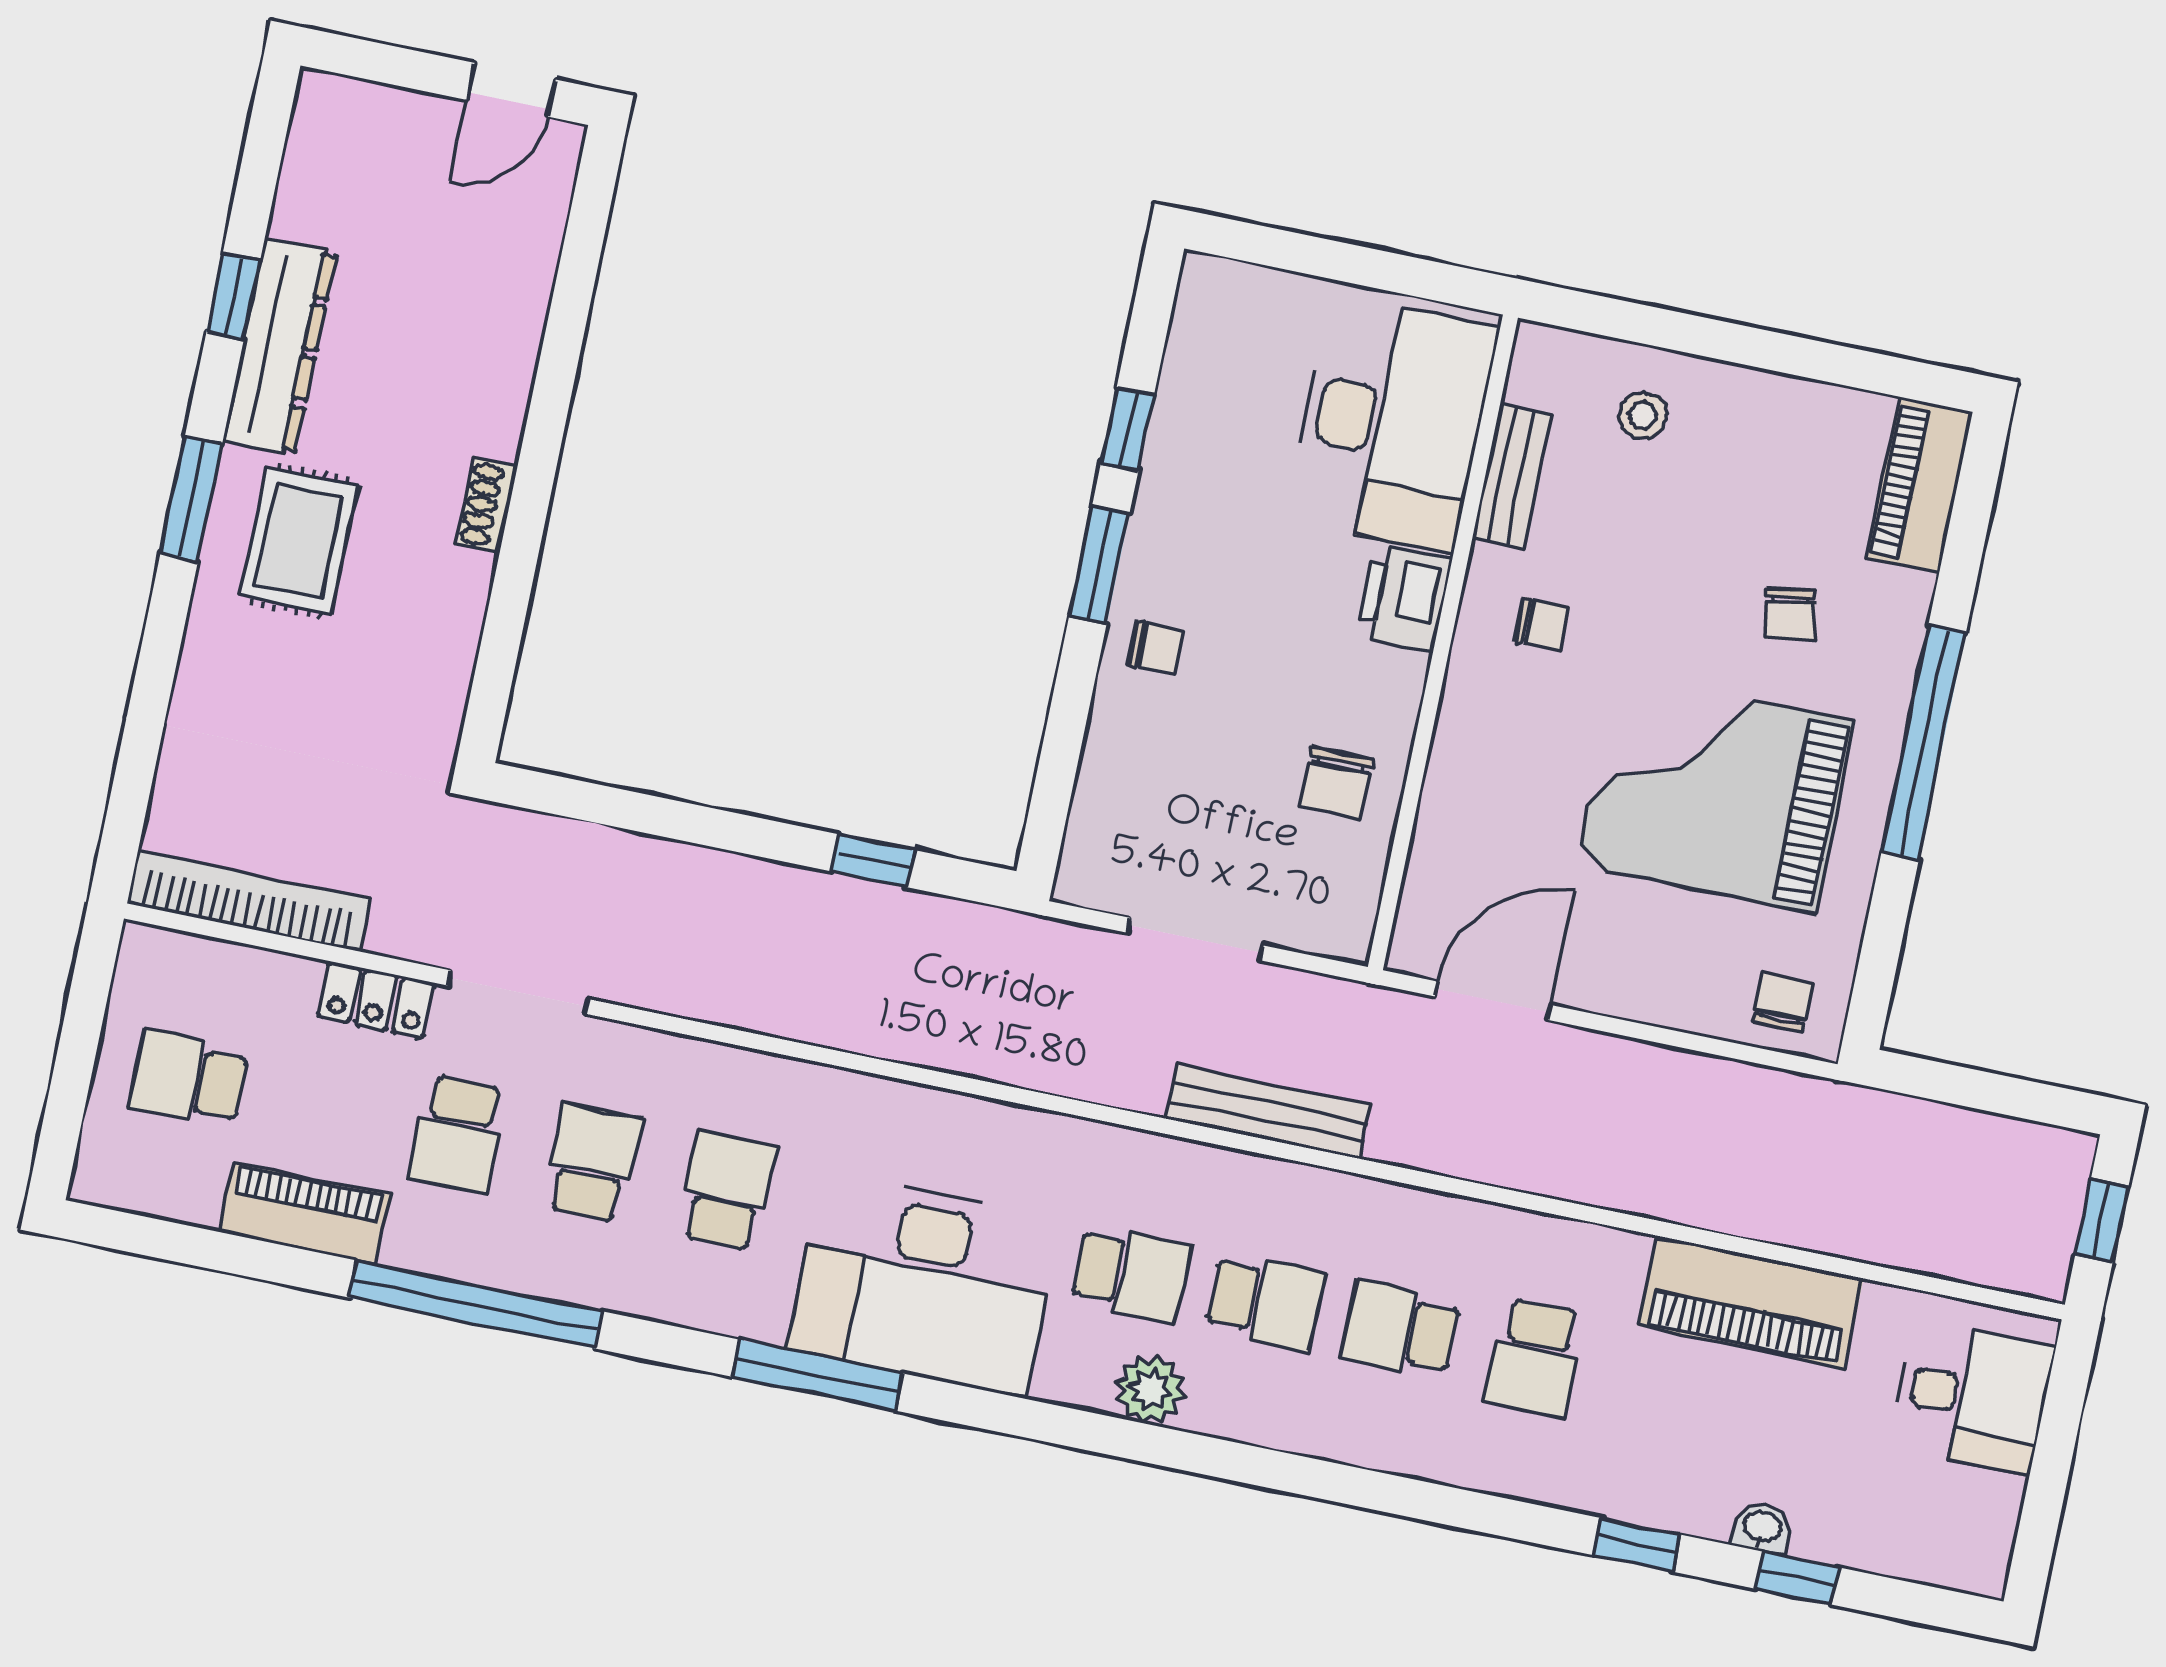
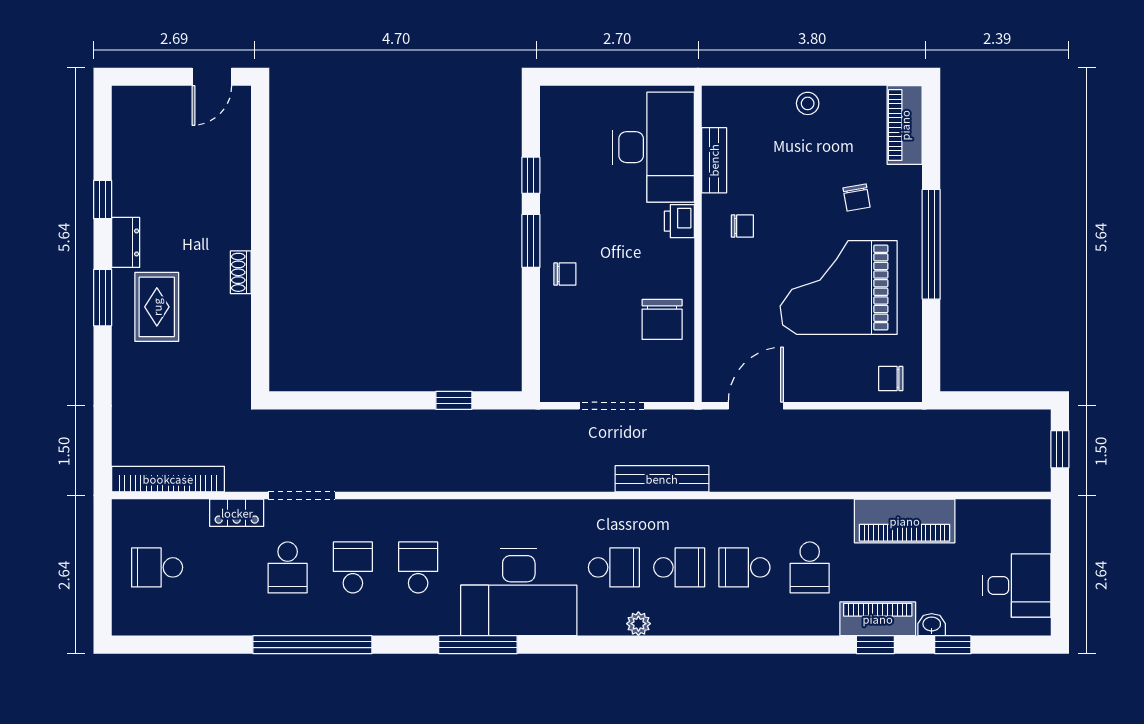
dresser: (280, 347) -> (126, 242), width x0.51, depth x0.80
stool: (1643, 415) -> (808, 103), moved
printer: (1404, 598) -> (679, 221), width x0.73, depth x0.81
chair: (1336, 783) -> (662, 319), width x1.37, depth x1.37
chair: (1783, 1002) -> (891, 379), turned -90
piano: (305, 1213) -> (878, 619), moved
plant: (1150, 1389) -> (638, 624), width x0.73, depth x0.73
desk: (1972, 1397) -> (1017, 585), moved

